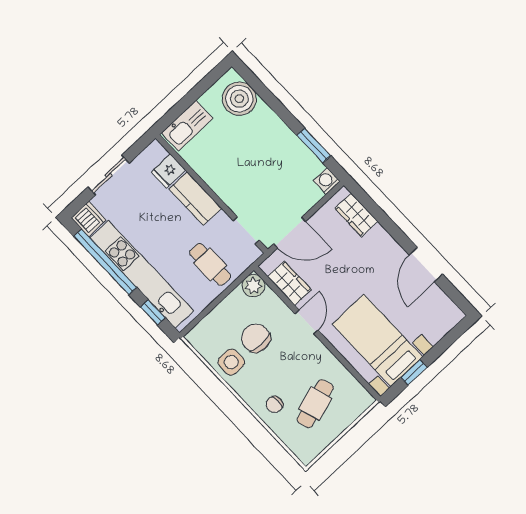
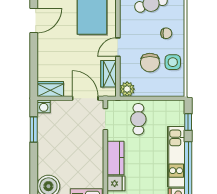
wardrobe: (356, 215) -> (50, 89), moved, turned -90
kitchen unit: (142, 274) -> (176, 157), width x0.73
chair: (275, 404) -> (166, 33), moved

